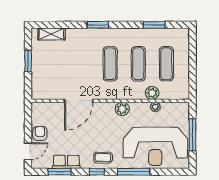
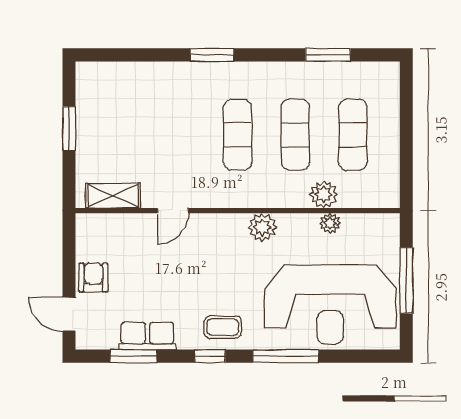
shelving: (51, 34) -> (113, 196), moved
door: (79, 101) -> (173, 211), width x0.53
door: (28, 151) -> (69, 314), swing flipped

